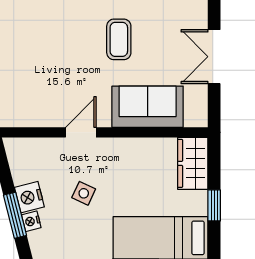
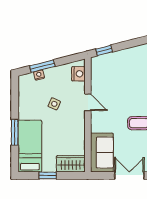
sofa: (148, 107) -> (102, 153), moved
nightstand: (29, 197) -> (78, 74), moved, turned 104

